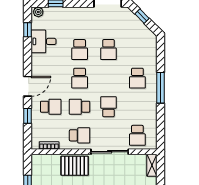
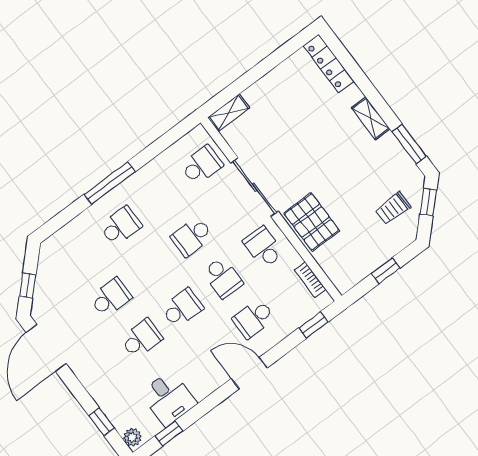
school desk: (51, 107) -> (254, 319), turned -90
window: (28, 116) -> (313, 325), moved

